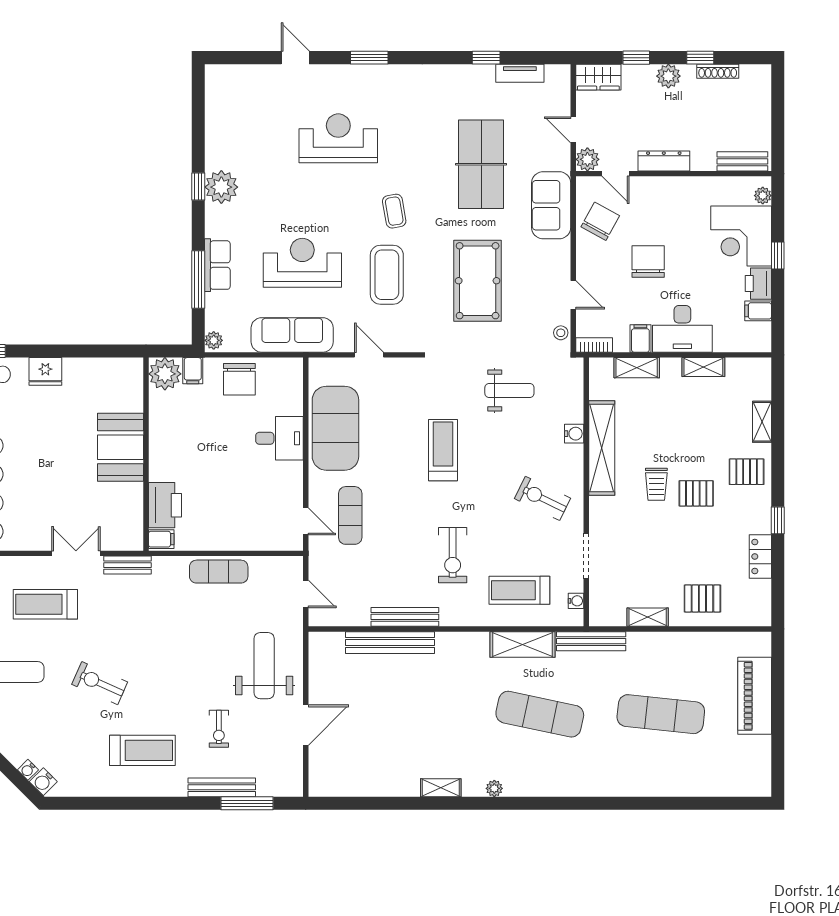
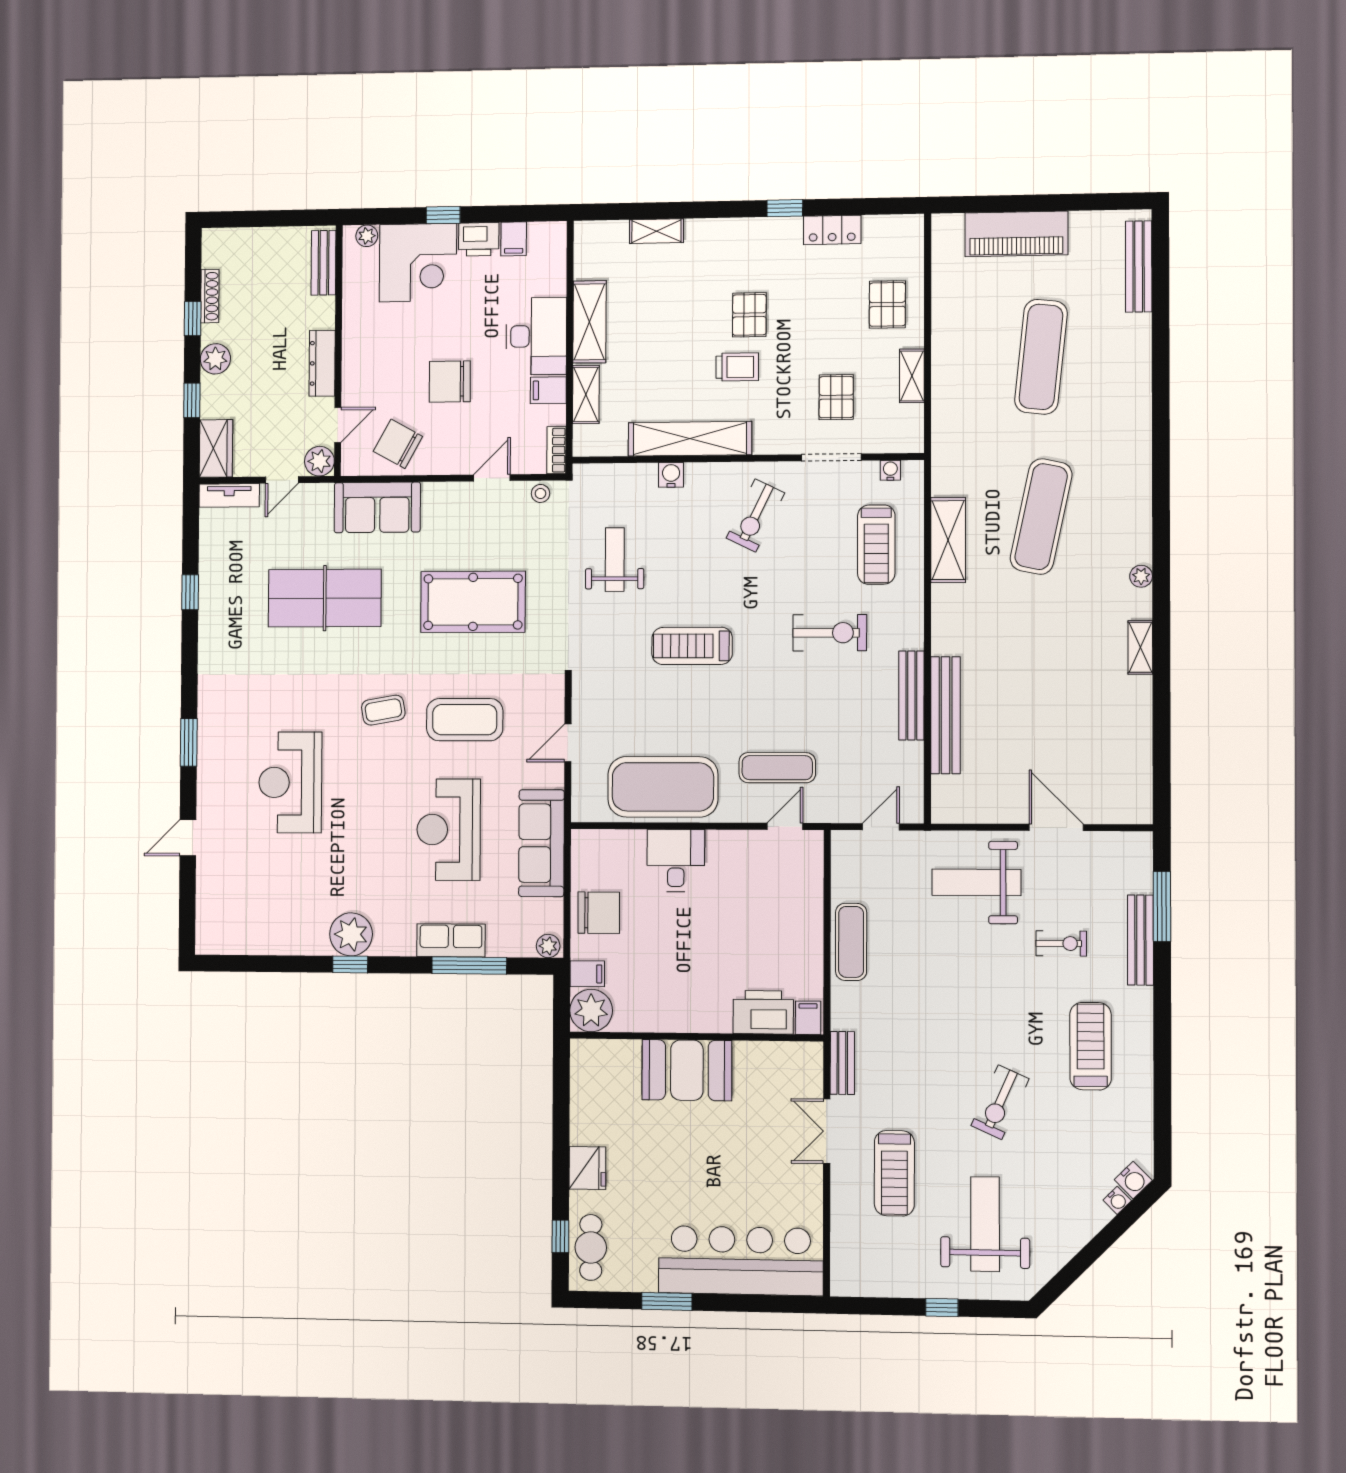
tv unit: (520, 73) -> (229, 495), moved, turned 90
shelving: (703, 367) -> (589, 322), width x1.50, depth x1.33
pallet: (747, 472) -> (836, 397), moved
bench: (591, 641) -> (1139, 266), moved

